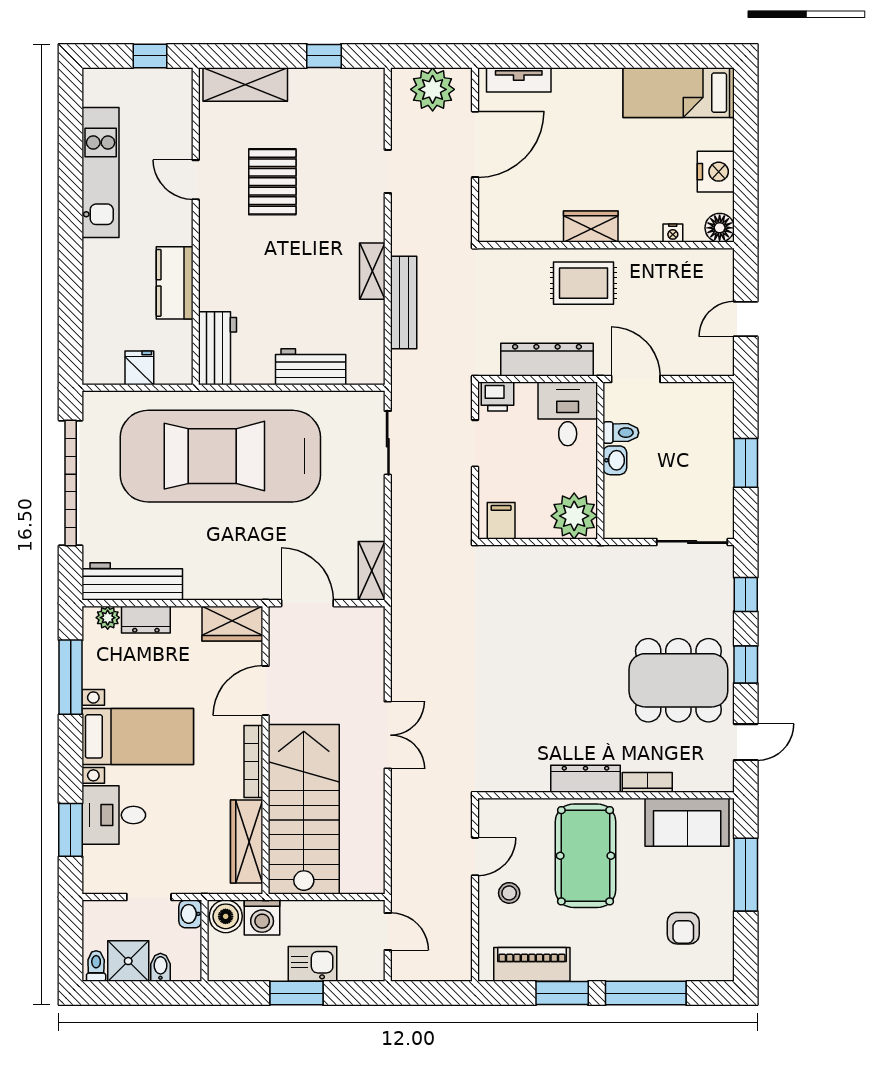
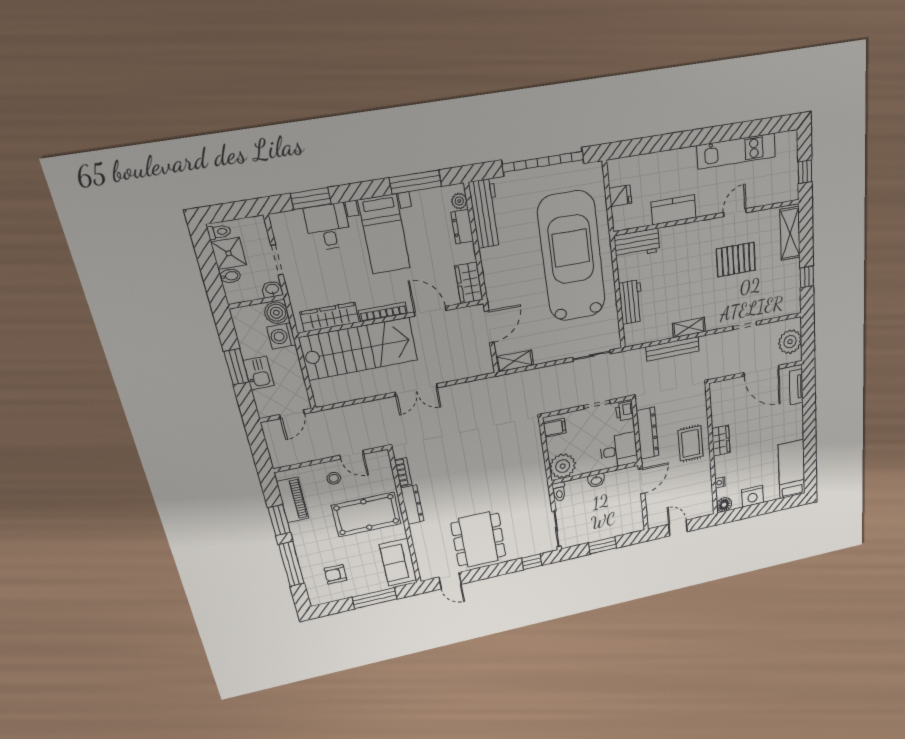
toilet: (621, 433) -> (559, 492), moved
window: (746, 665) -> (493, 571), removed
bookcase: (647, 782) -> (403, 472), moved

